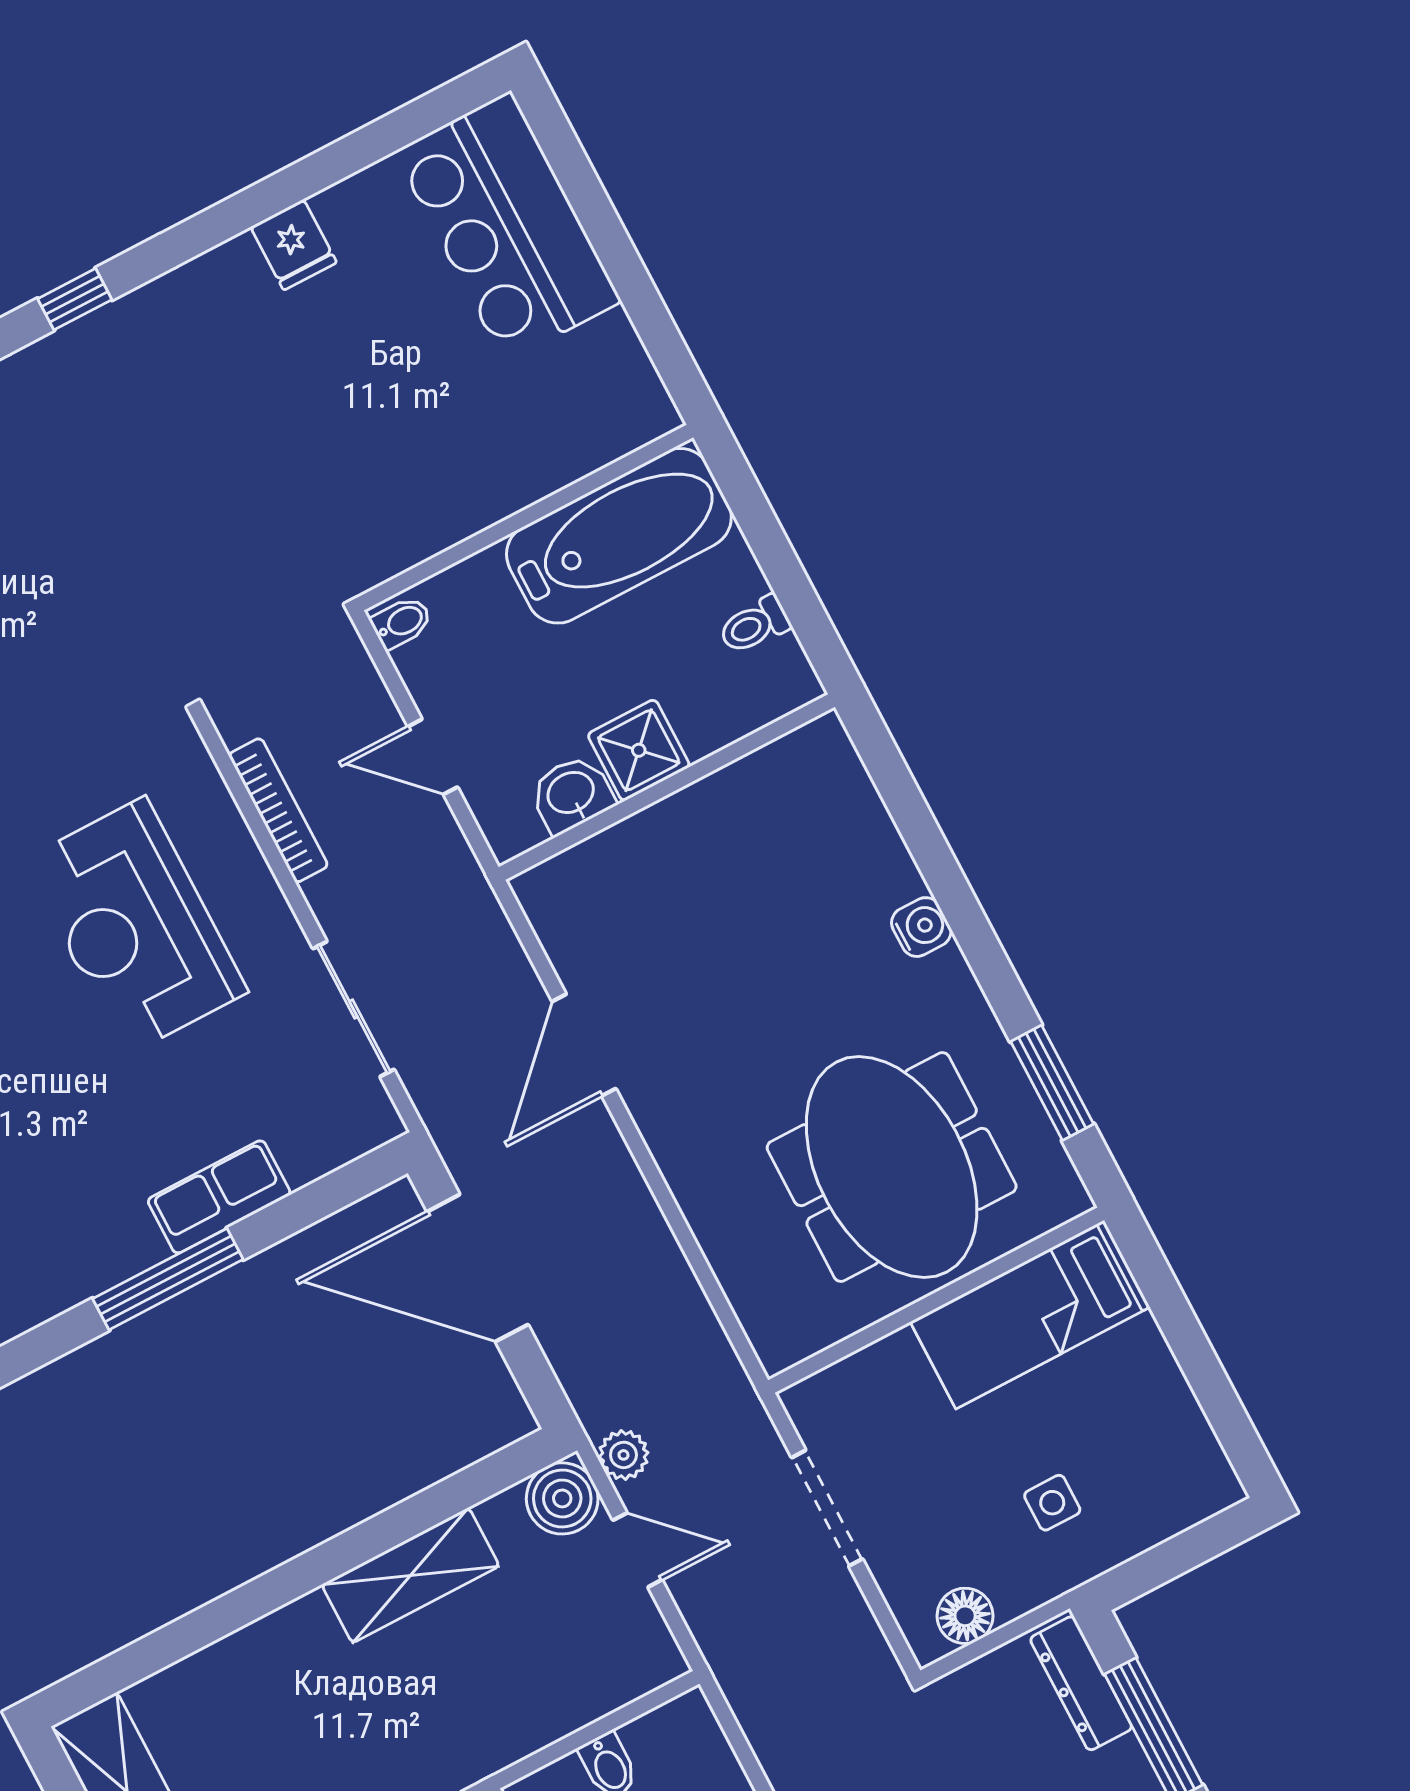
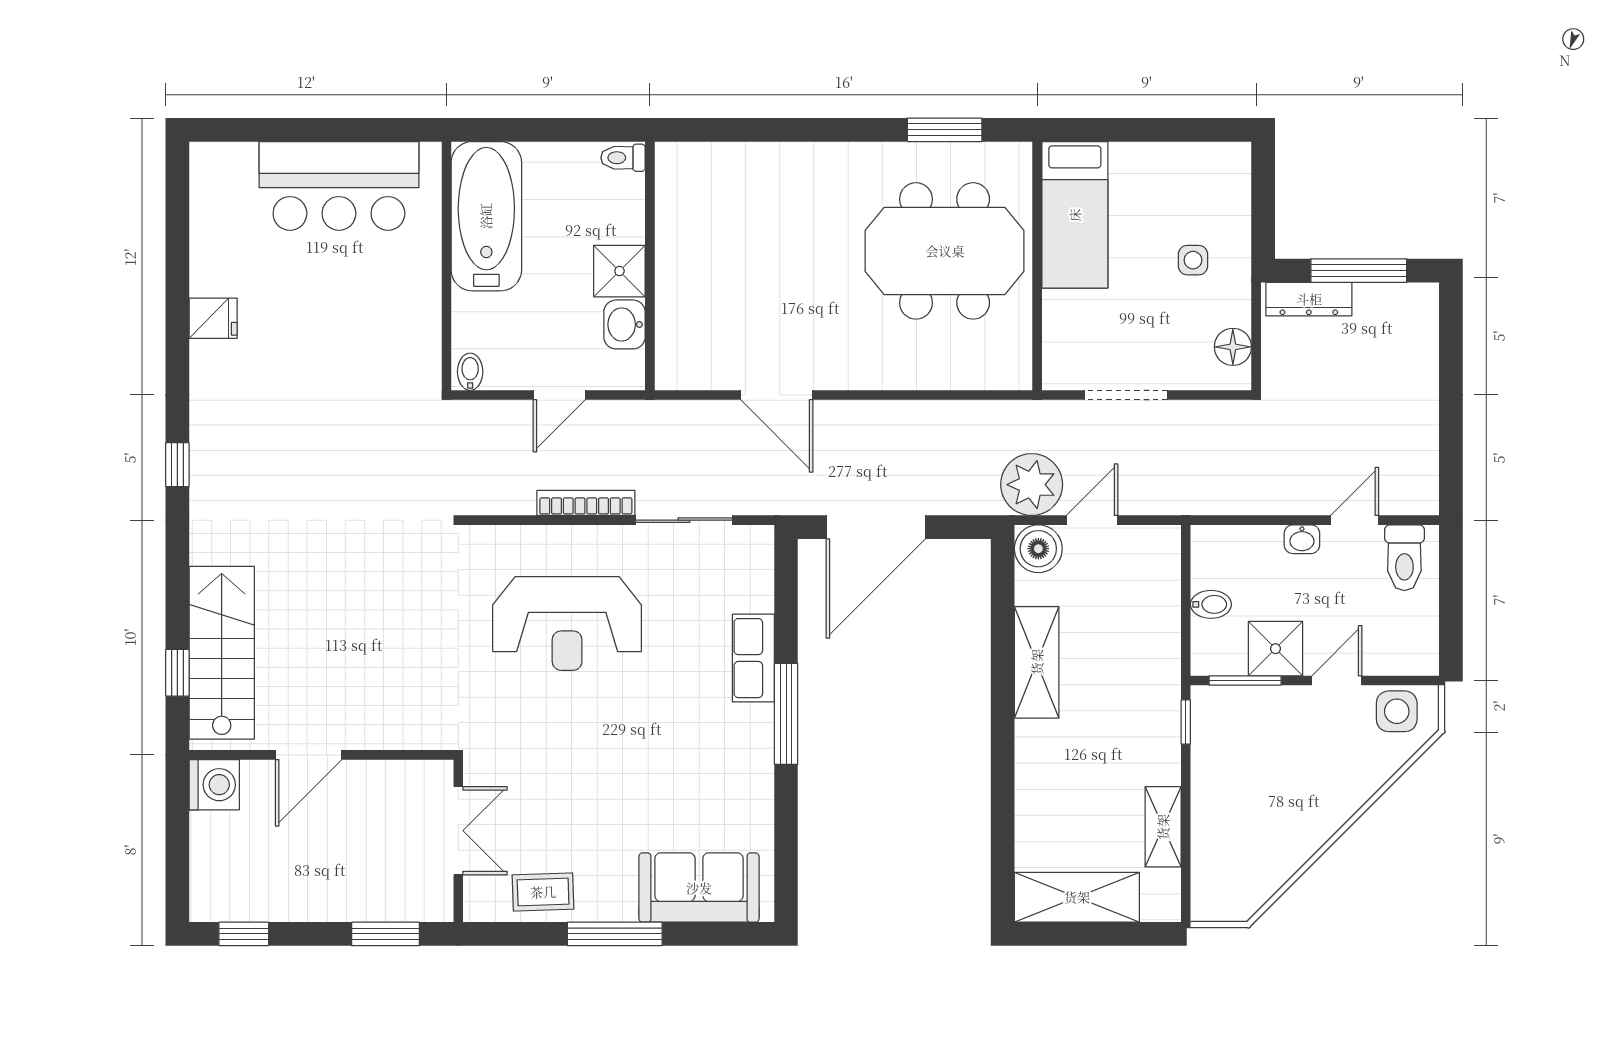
bar counter: (508, 227) -> (339, 186), moved
toilet: (754, 625) -> (623, 158), moved, turned 90
bookcase: (278, 810) -> (586, 503), moved
water cooler: (921, 927) -> (812, 159), removed
plant: (623, 1455) -> (1032, 485), width x1.87, depth x1.87

